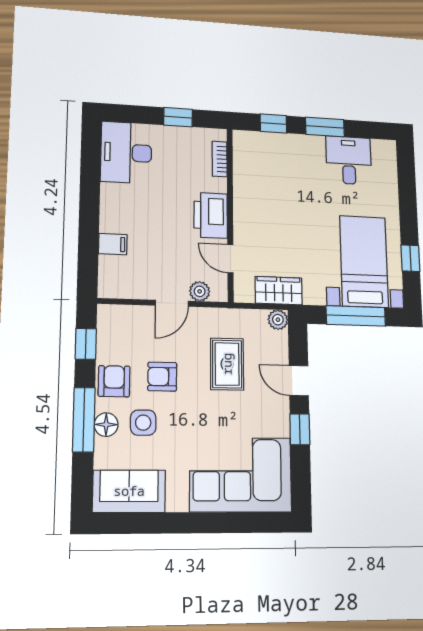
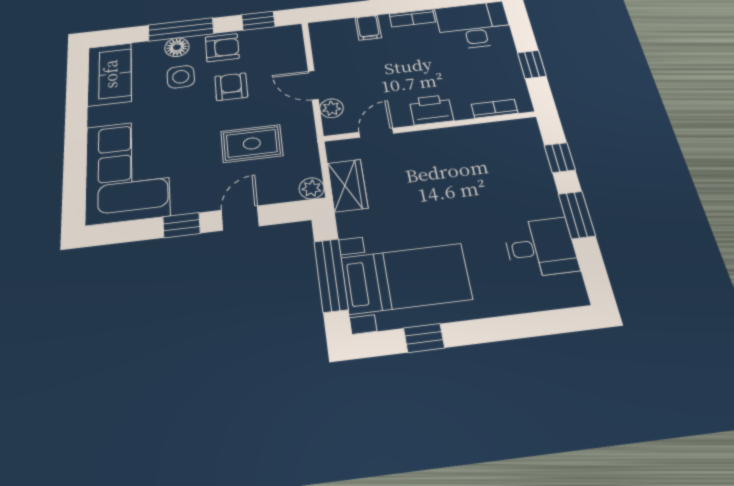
bookcase: (108, 203) -> (412, 18), added
printer: (211, 215) -> (431, 110), width x0.73, depth x0.84

